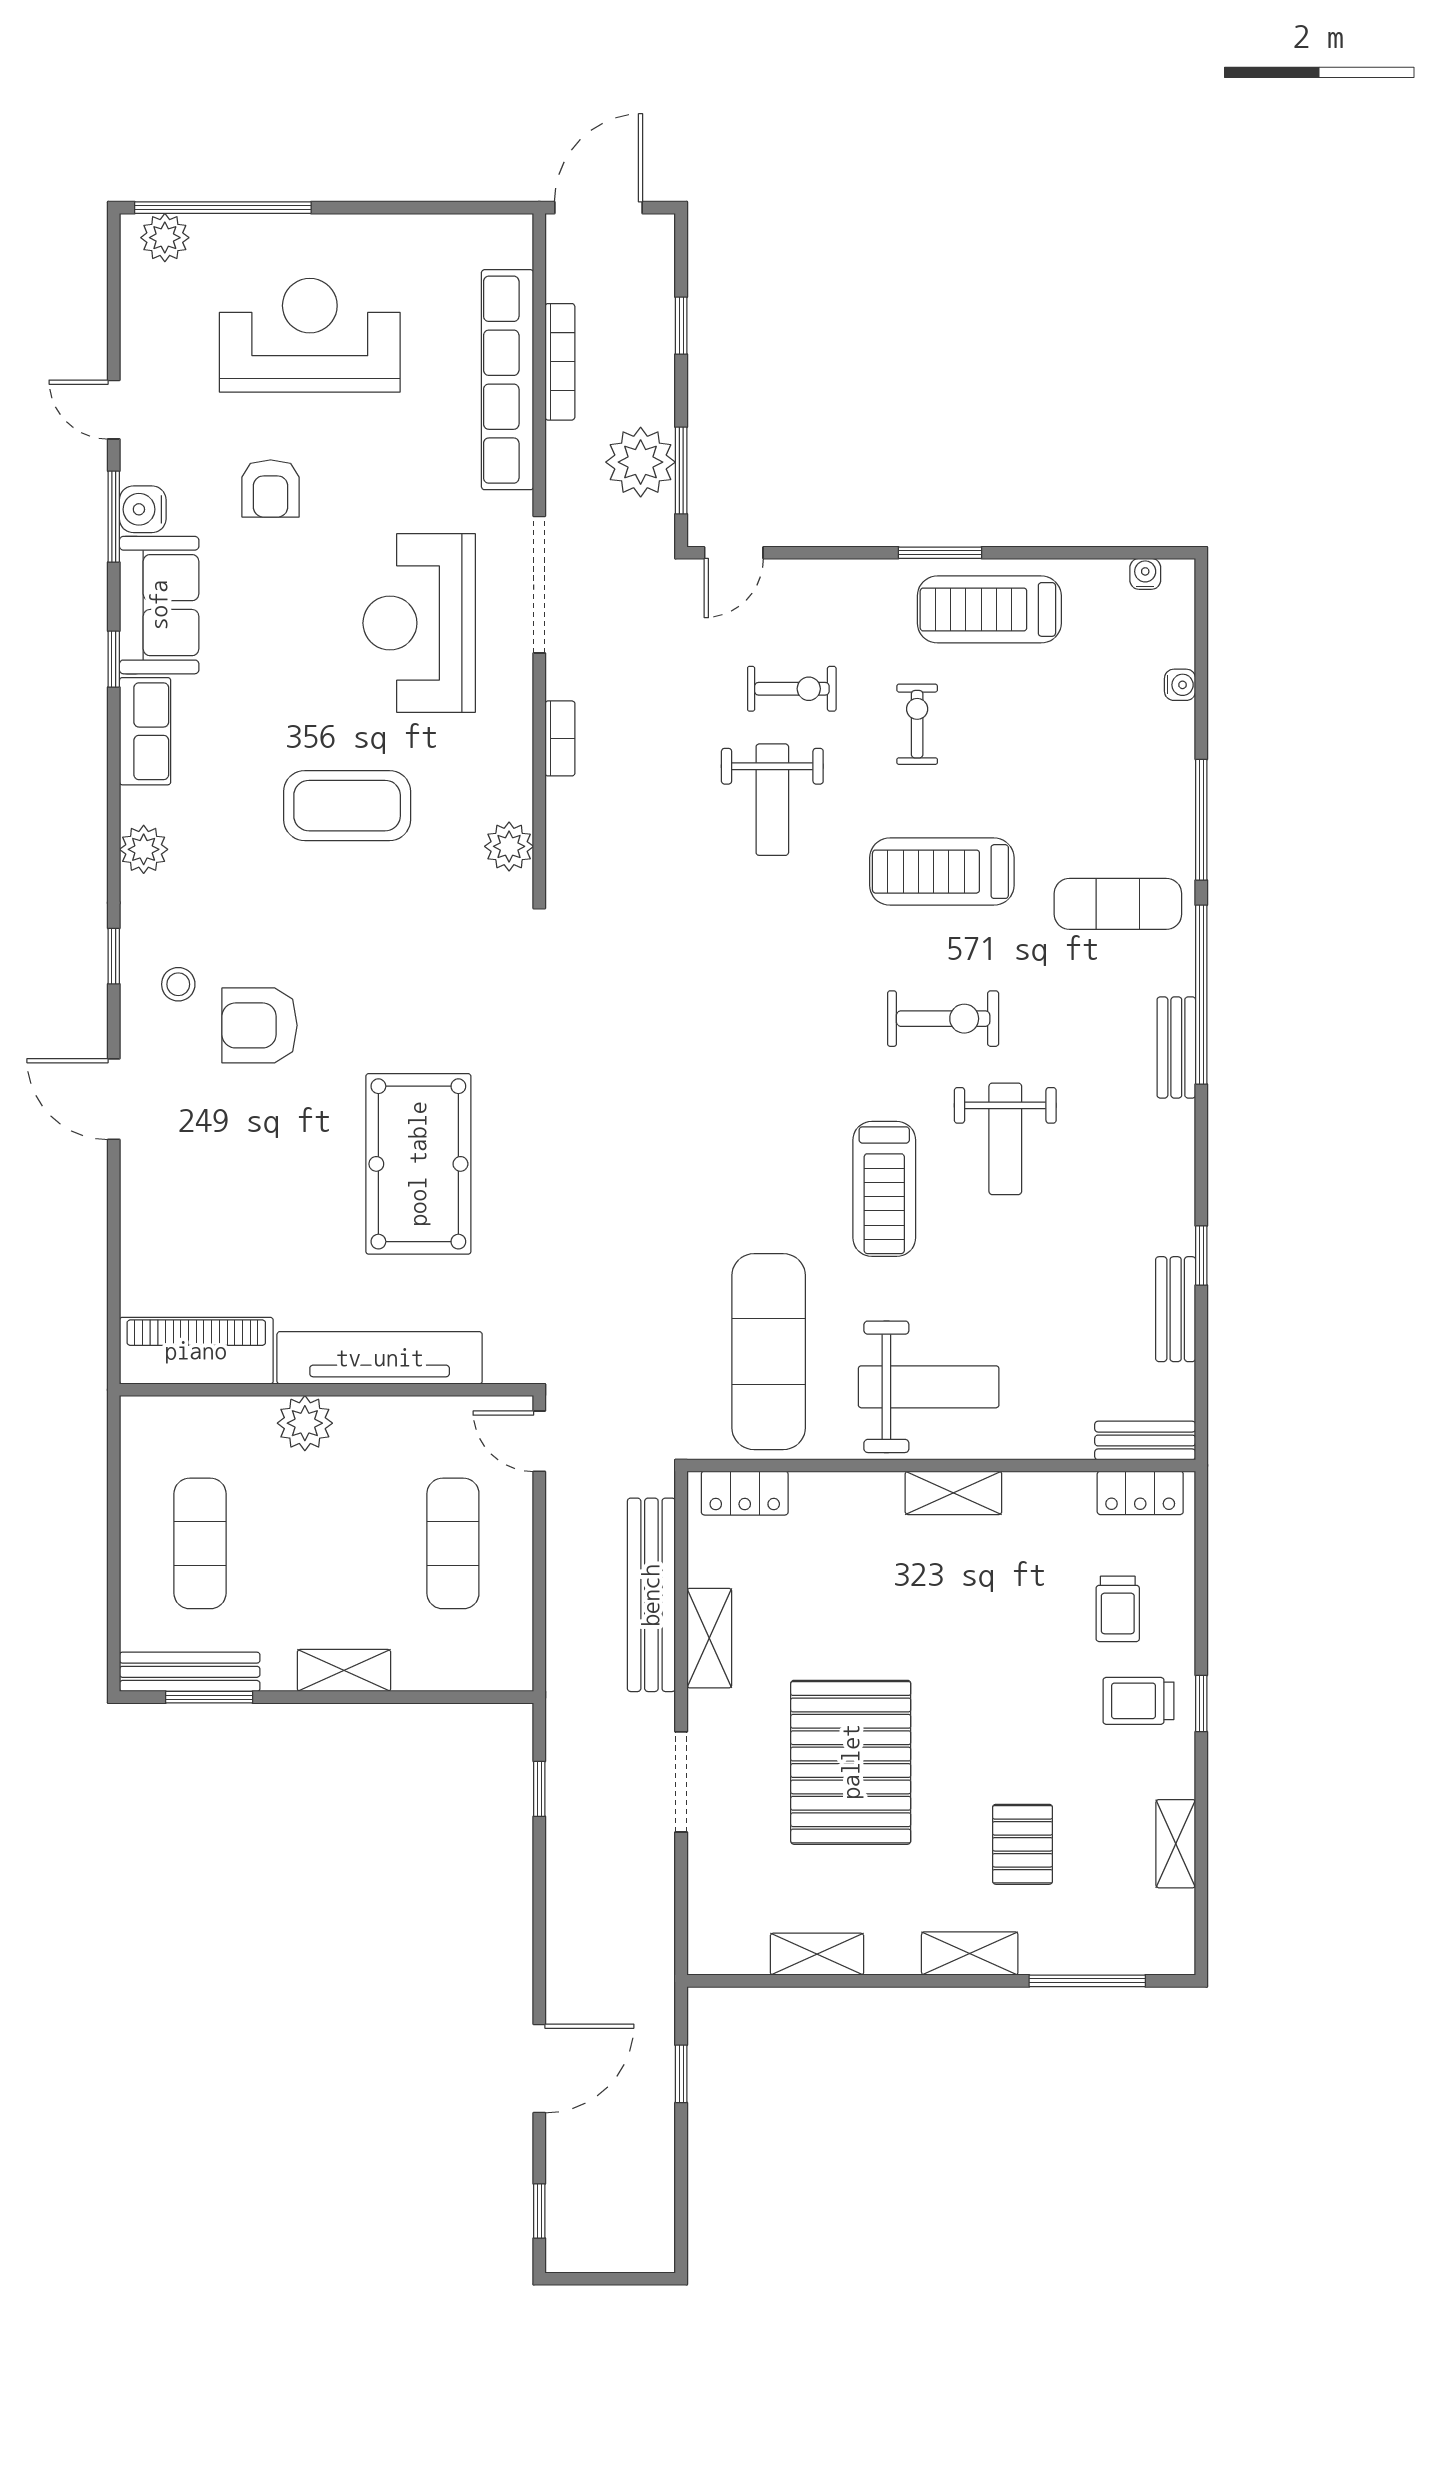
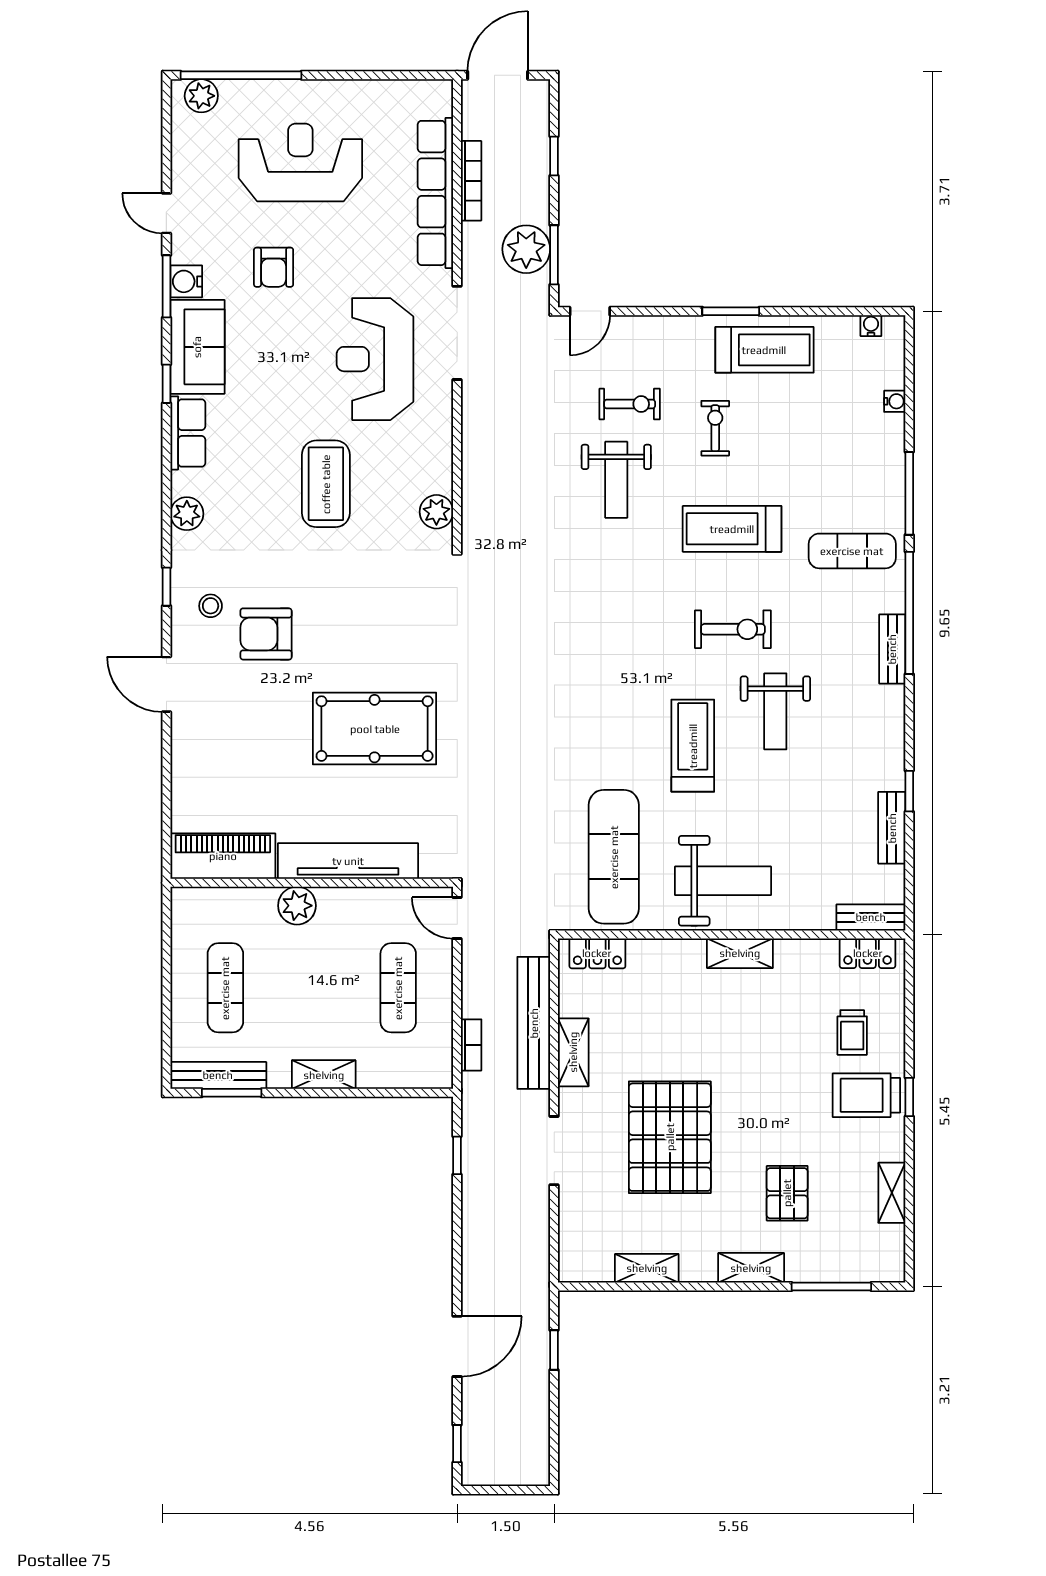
treadmill: (989, 609) -> (764, 350), turned 180
bookcase: (560, 738) -> (471, 1045), moved
coffee table: (347, 806) -> (326, 484), turned 90
pool table: (418, 1164) -> (375, 729), turned 90
treadmill: (884, 1189) -> (693, 746), turned 180
trolley: (1138, 1701) -> (866, 1095), width x1.36, depth x1.39

